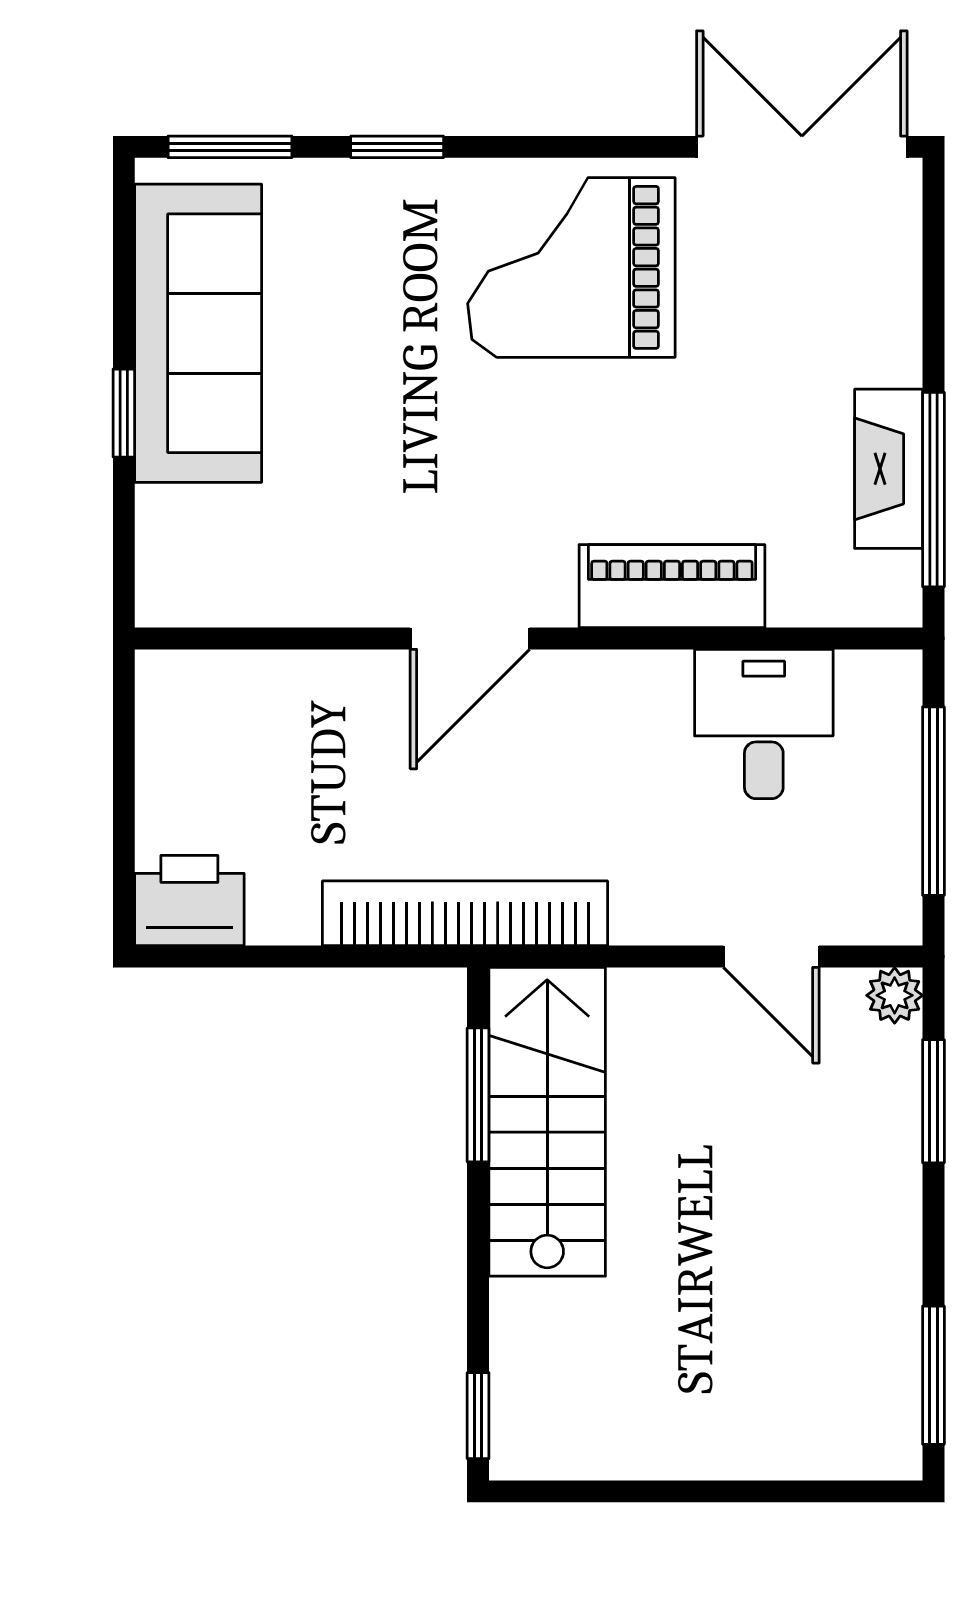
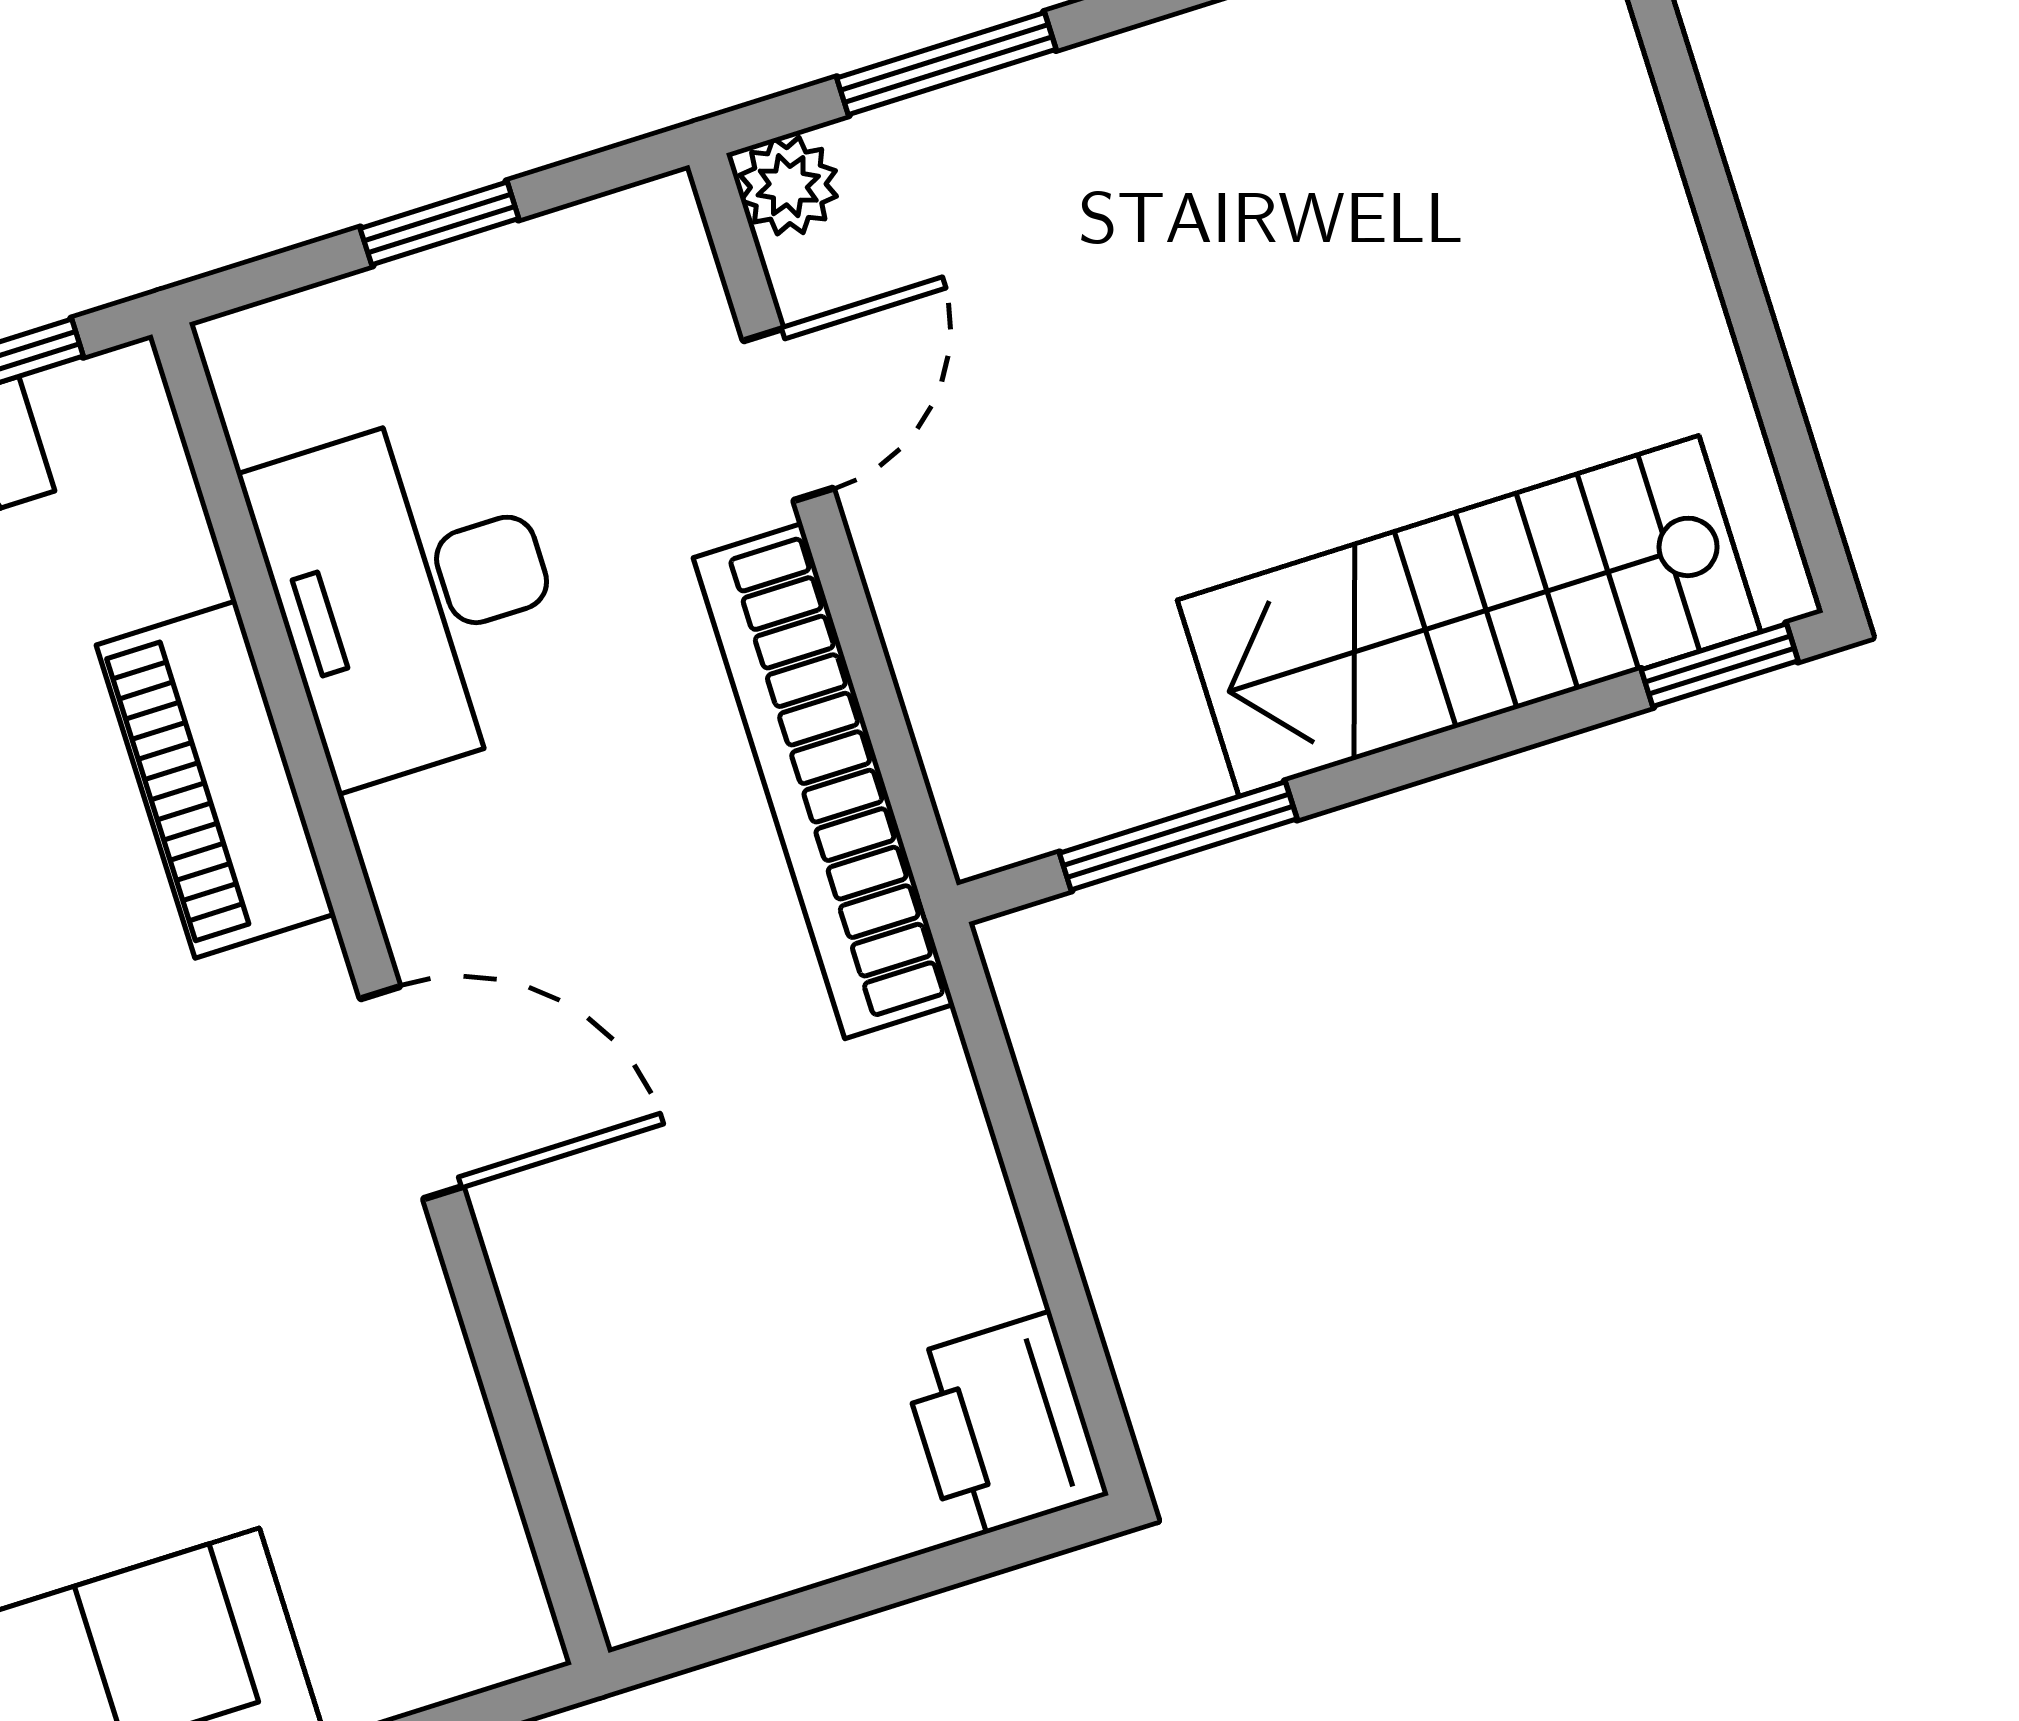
desk: (764, 724) -> (413, 595), width x1.37
window: (933, 801) -> (439, 223), width x0.46
bookcase: (465, 913) -> (824, 781), moved
stairs: (547, 1122) -> (1469, 616), moved

